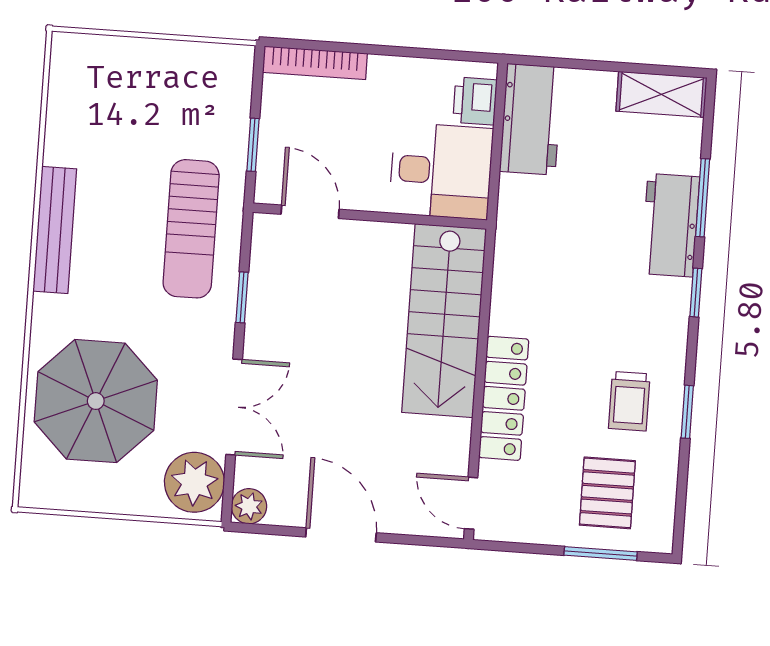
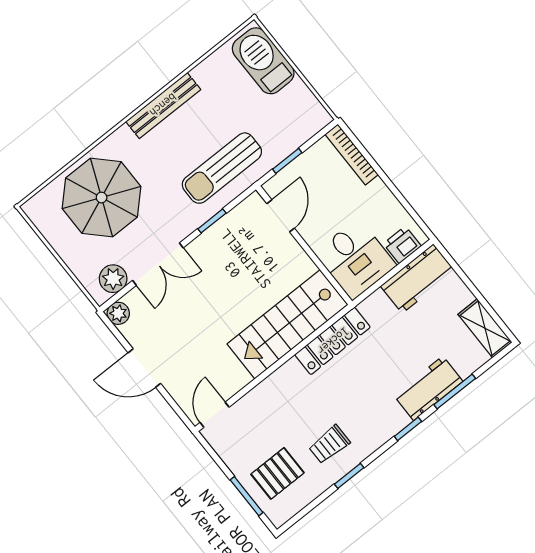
barbecue: (110, 65) -> (263, 61), added
locker: (504, 398) -> (333, 341), moved
plant: (194, 482) -> (113, 279), width x0.73, depth x0.73
door: (341, 535) -> (144, 368), swing flipped

